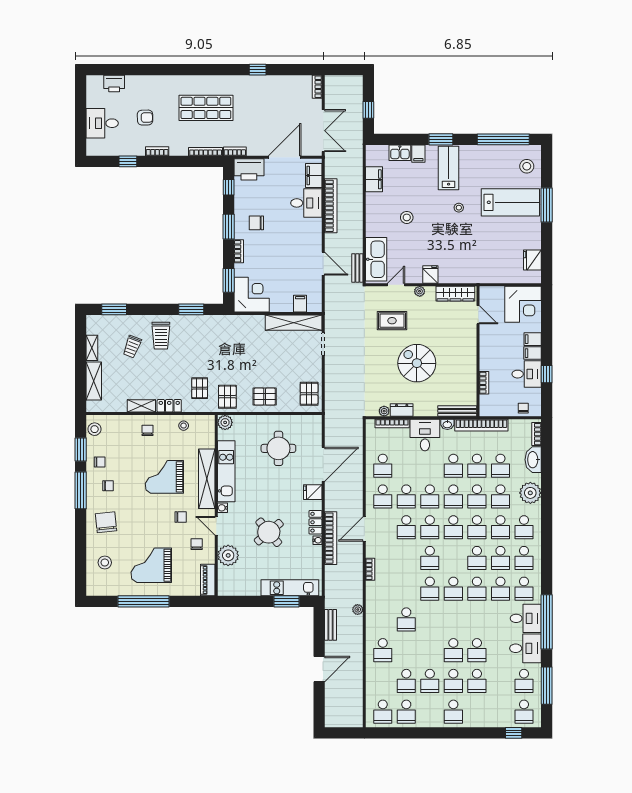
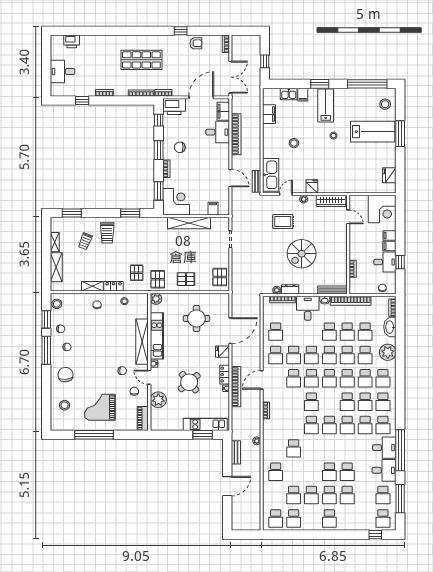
armchair: (145, 118) -> (196, 43), moved
shelving: (294, 323) -> (189, 223), moved
spiral stairs: (417, 363) -> (302, 254), turned -90
grand piano: (164, 477) -> (110, 340), removed

